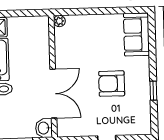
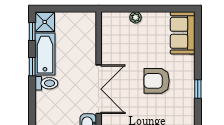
plant: (59, 21) -> (136, 17), moved

